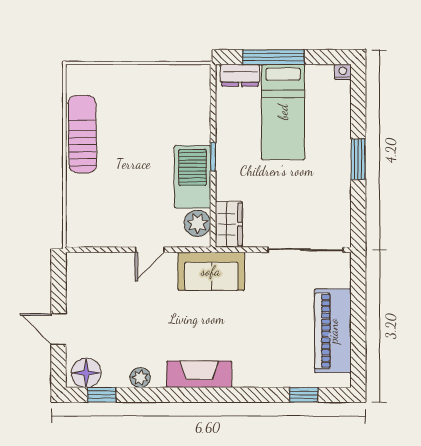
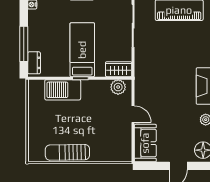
bed: (283, 112) -> (82, 50), moved, turned -90
barbecue: (193, 177) -> (63, 90), moved
sofa: (211, 271) -> (145, 143), moved

